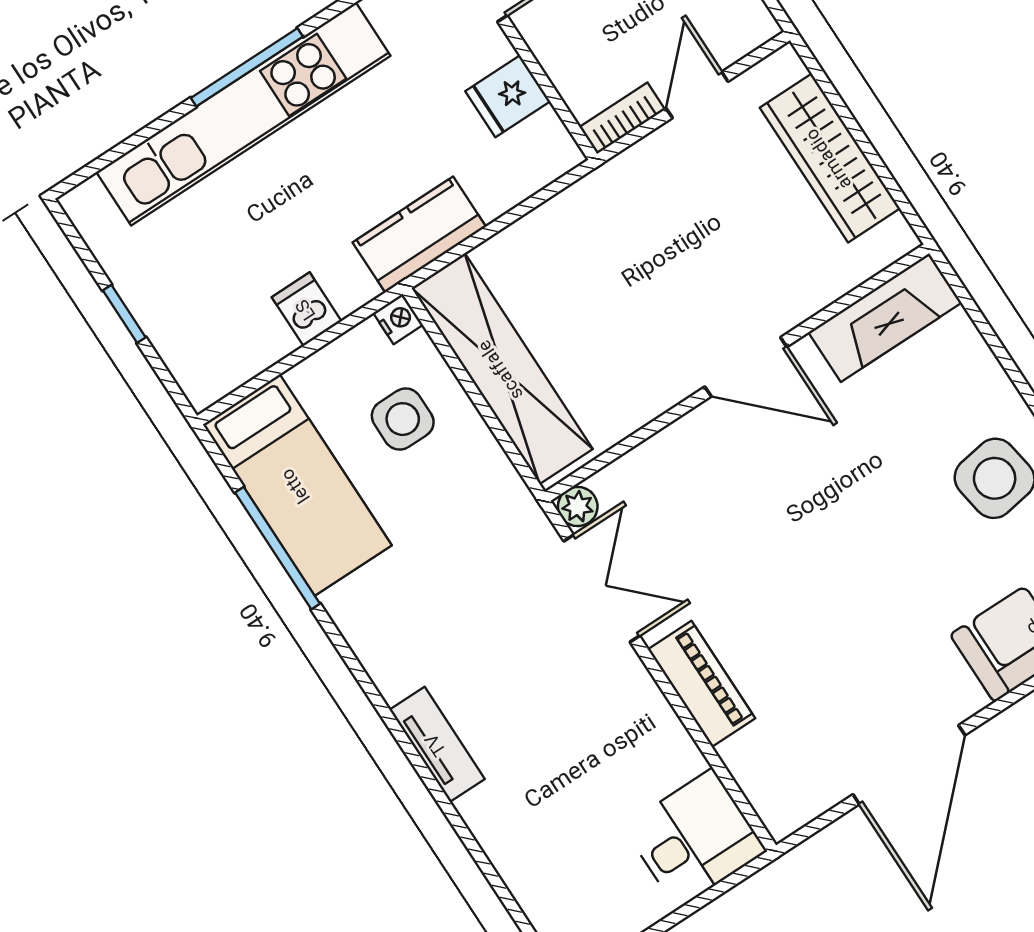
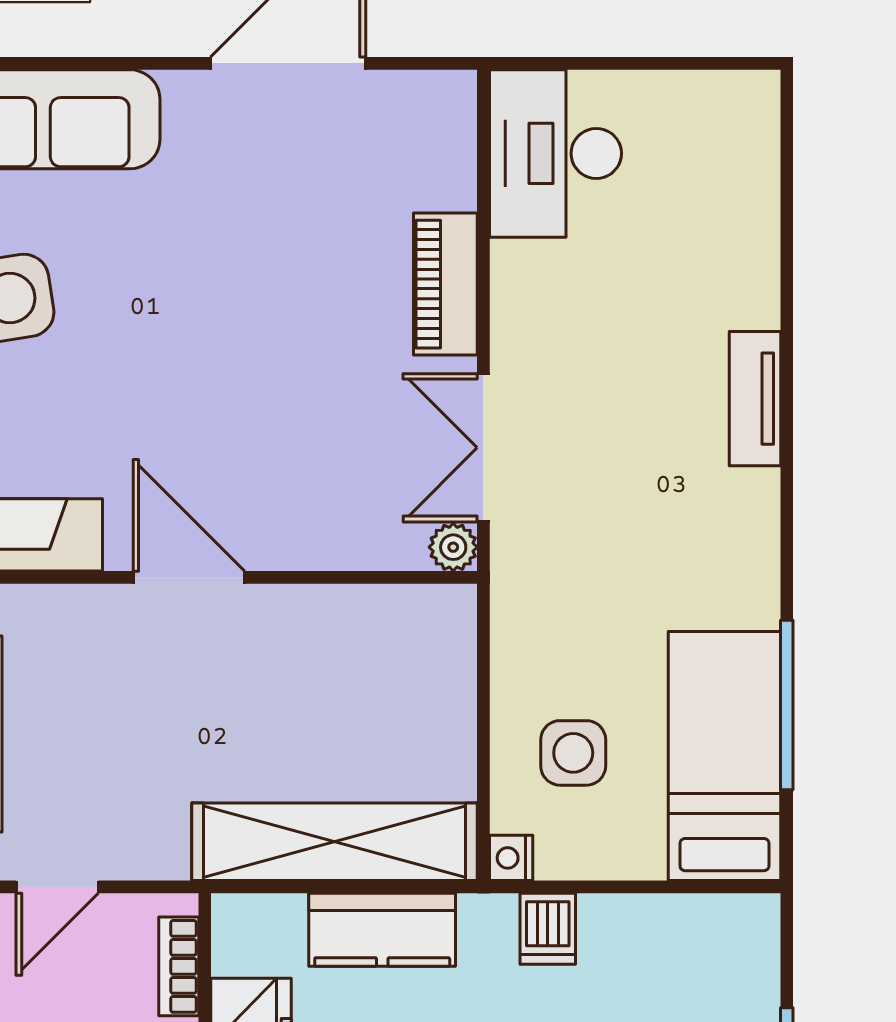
bookcase: (622, 118) -> (179, 966), moved, turned 90
kitchen counter: (419, 235) -> (382, 930), moved
dishwasher: (307, 309) -> (548, 929), moved
shelving: (502, 369) -> (335, 842), moved, turned 90
desk: (695, 839) -> (555, 153), width x1.37

